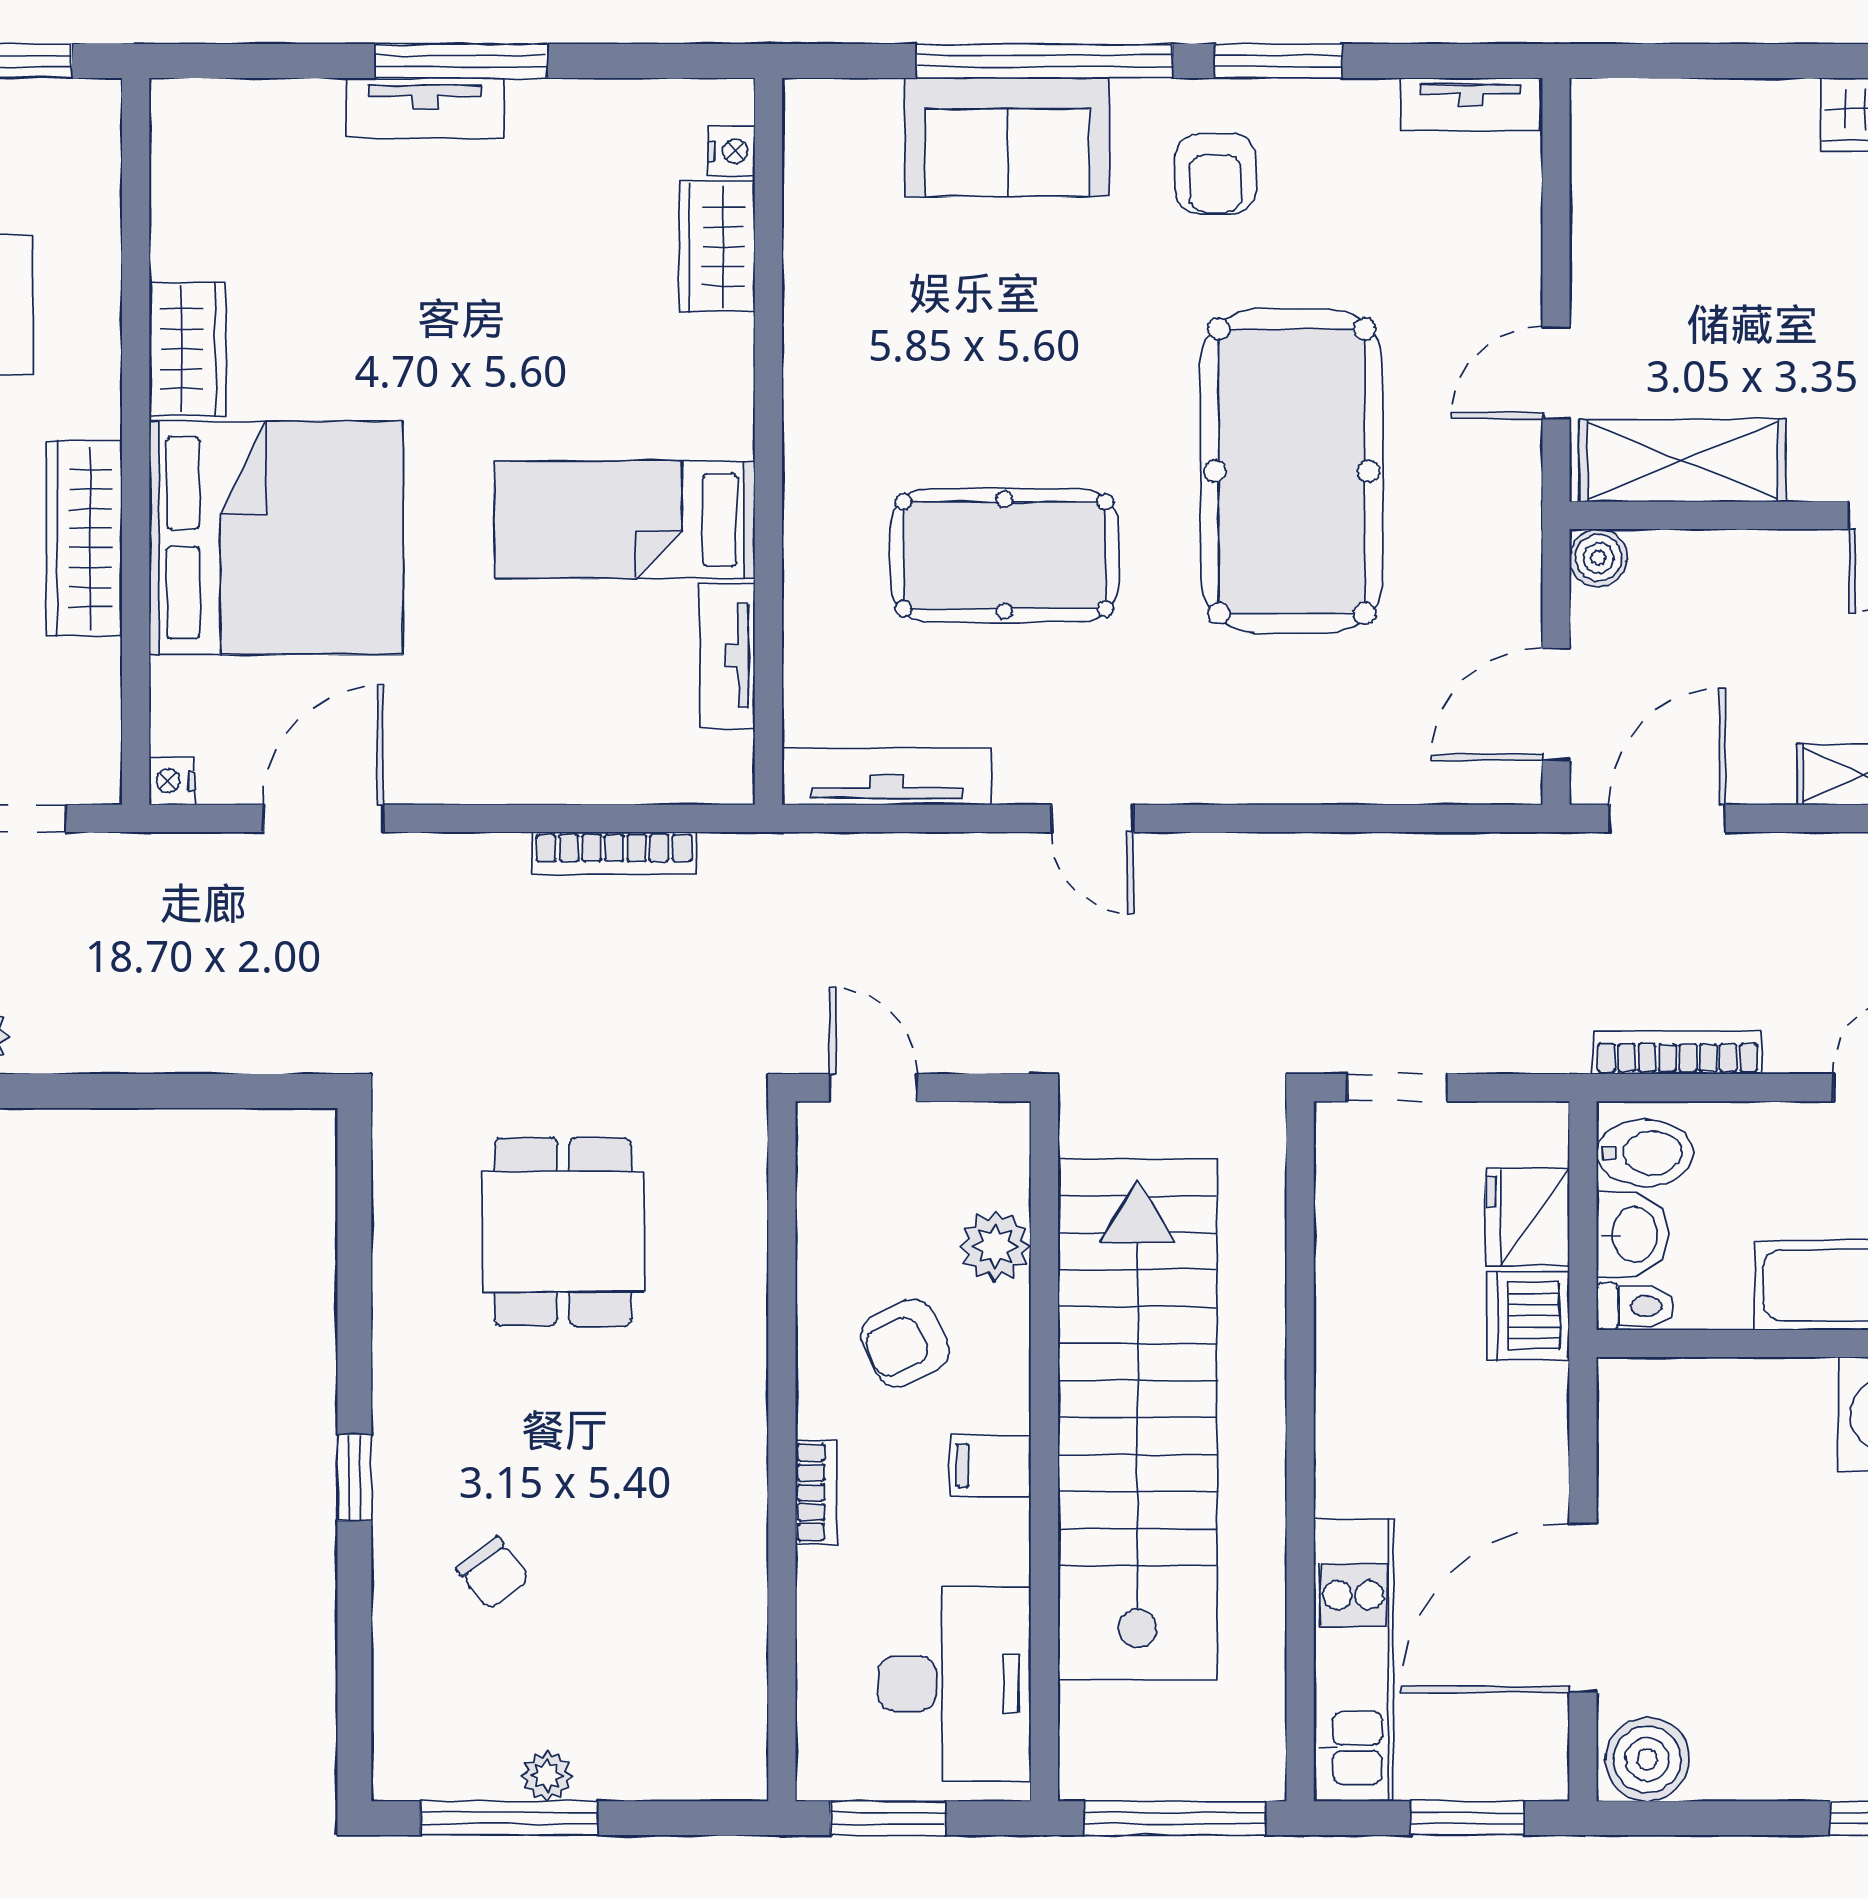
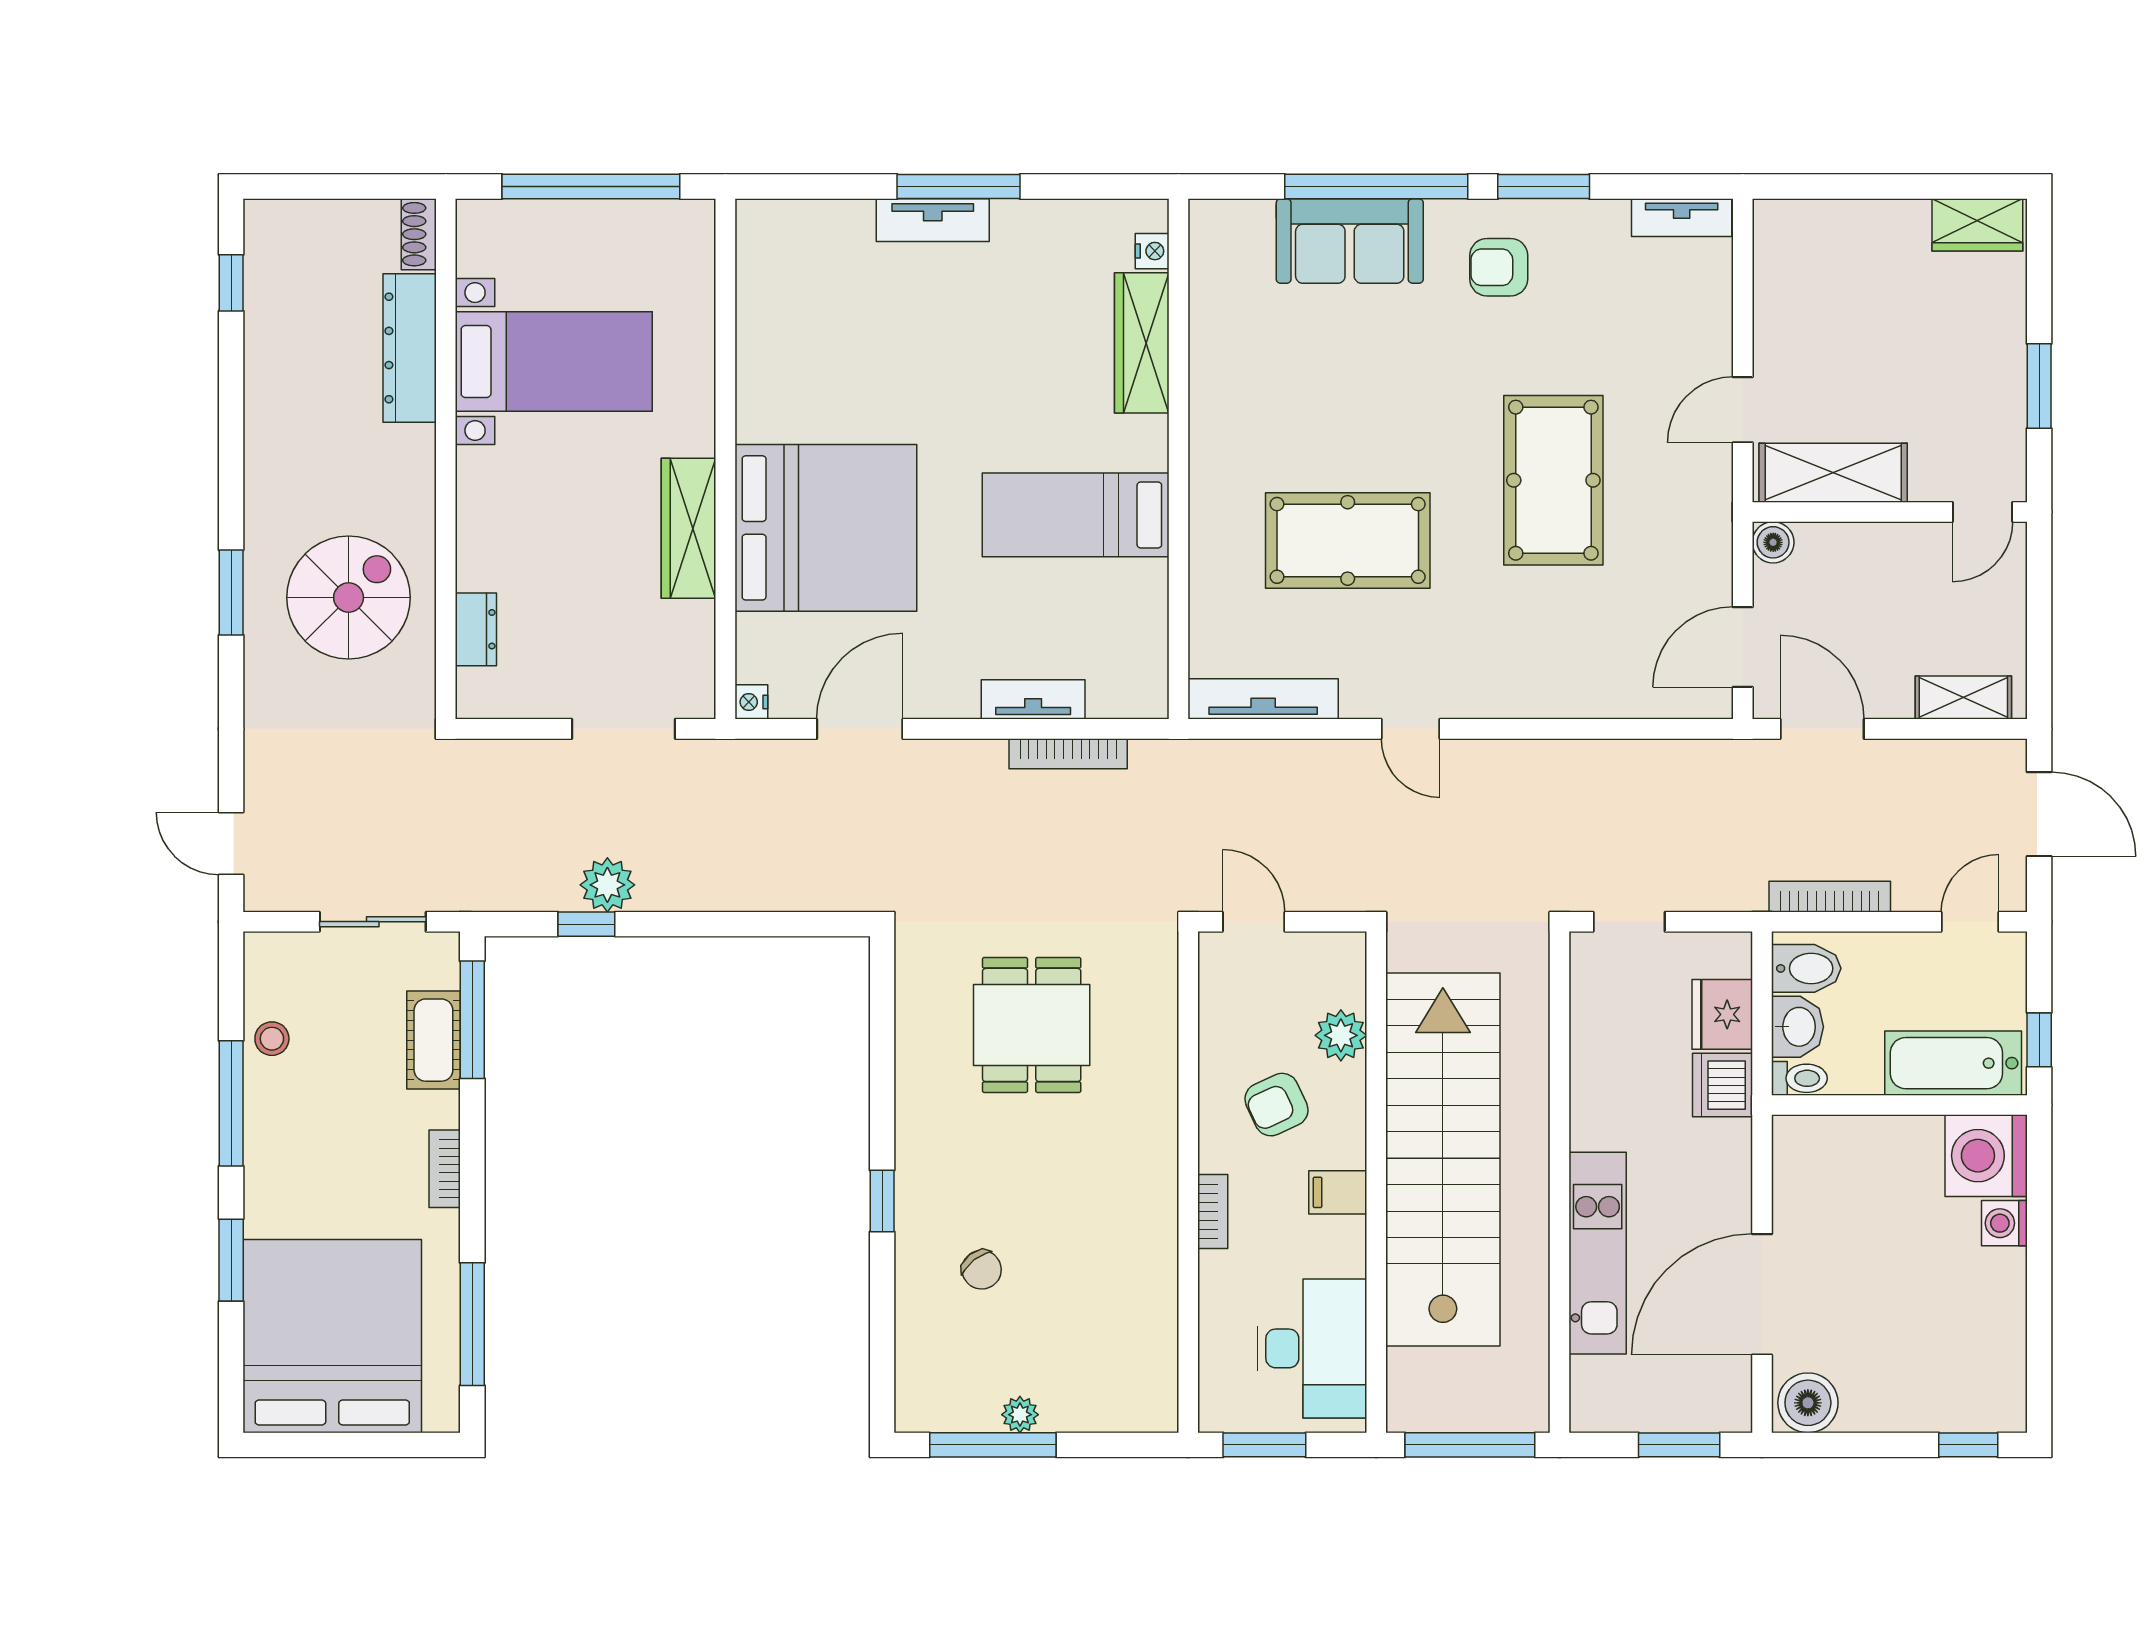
armchair: (1215, 174) -> (1499, 267), turned 90
wardrobe: (717, 247) -> (1142, 343), width x1.50
wardrobe: (188, 349) -> (763, 393), removed
pool table: (1292, 471) -> (1553, 480), width x0.73, depth x0.76
tv unit: (727, 656) -> (1033, 699), moved, turned 90
door: (1667, 818) -> (1822, 729), hinge flipped
kitchen unit: (1353, 1660) -> (1598, 1253), moved

